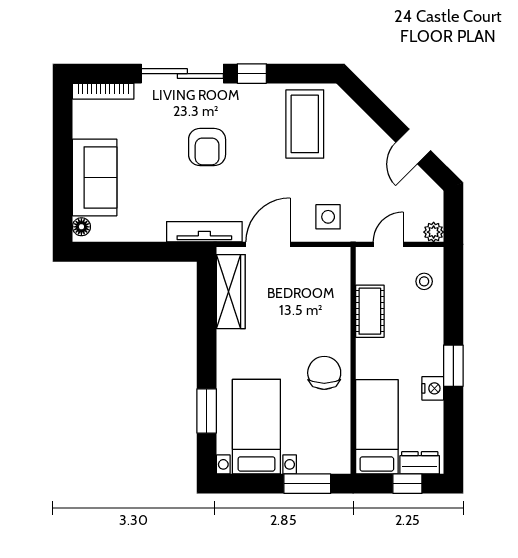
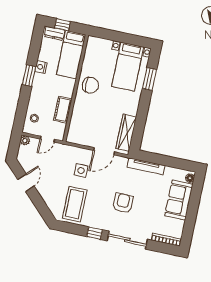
side table: (328, 217) -> (81, 171), moved
tv unit: (204, 232) -> (146, 166), moved
chair: (324, 373) -> (90, 85), turned -90
window: (307, 484) -> (109, 35), removed

